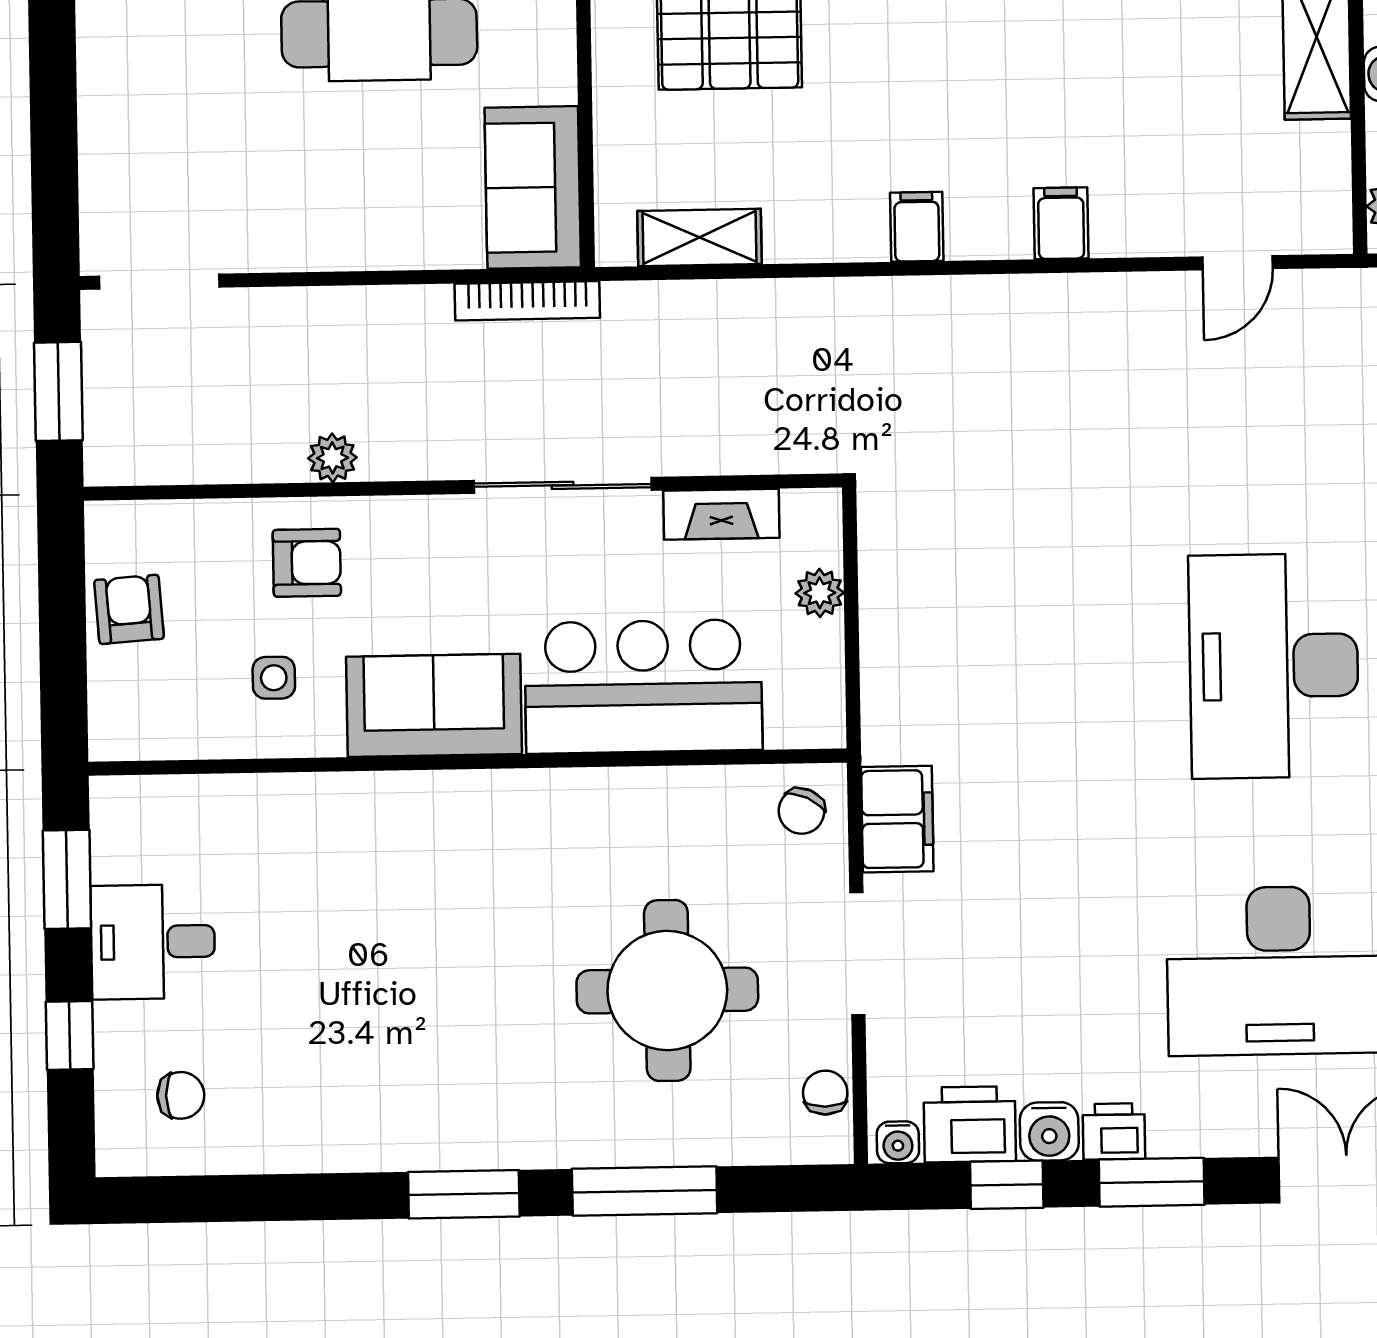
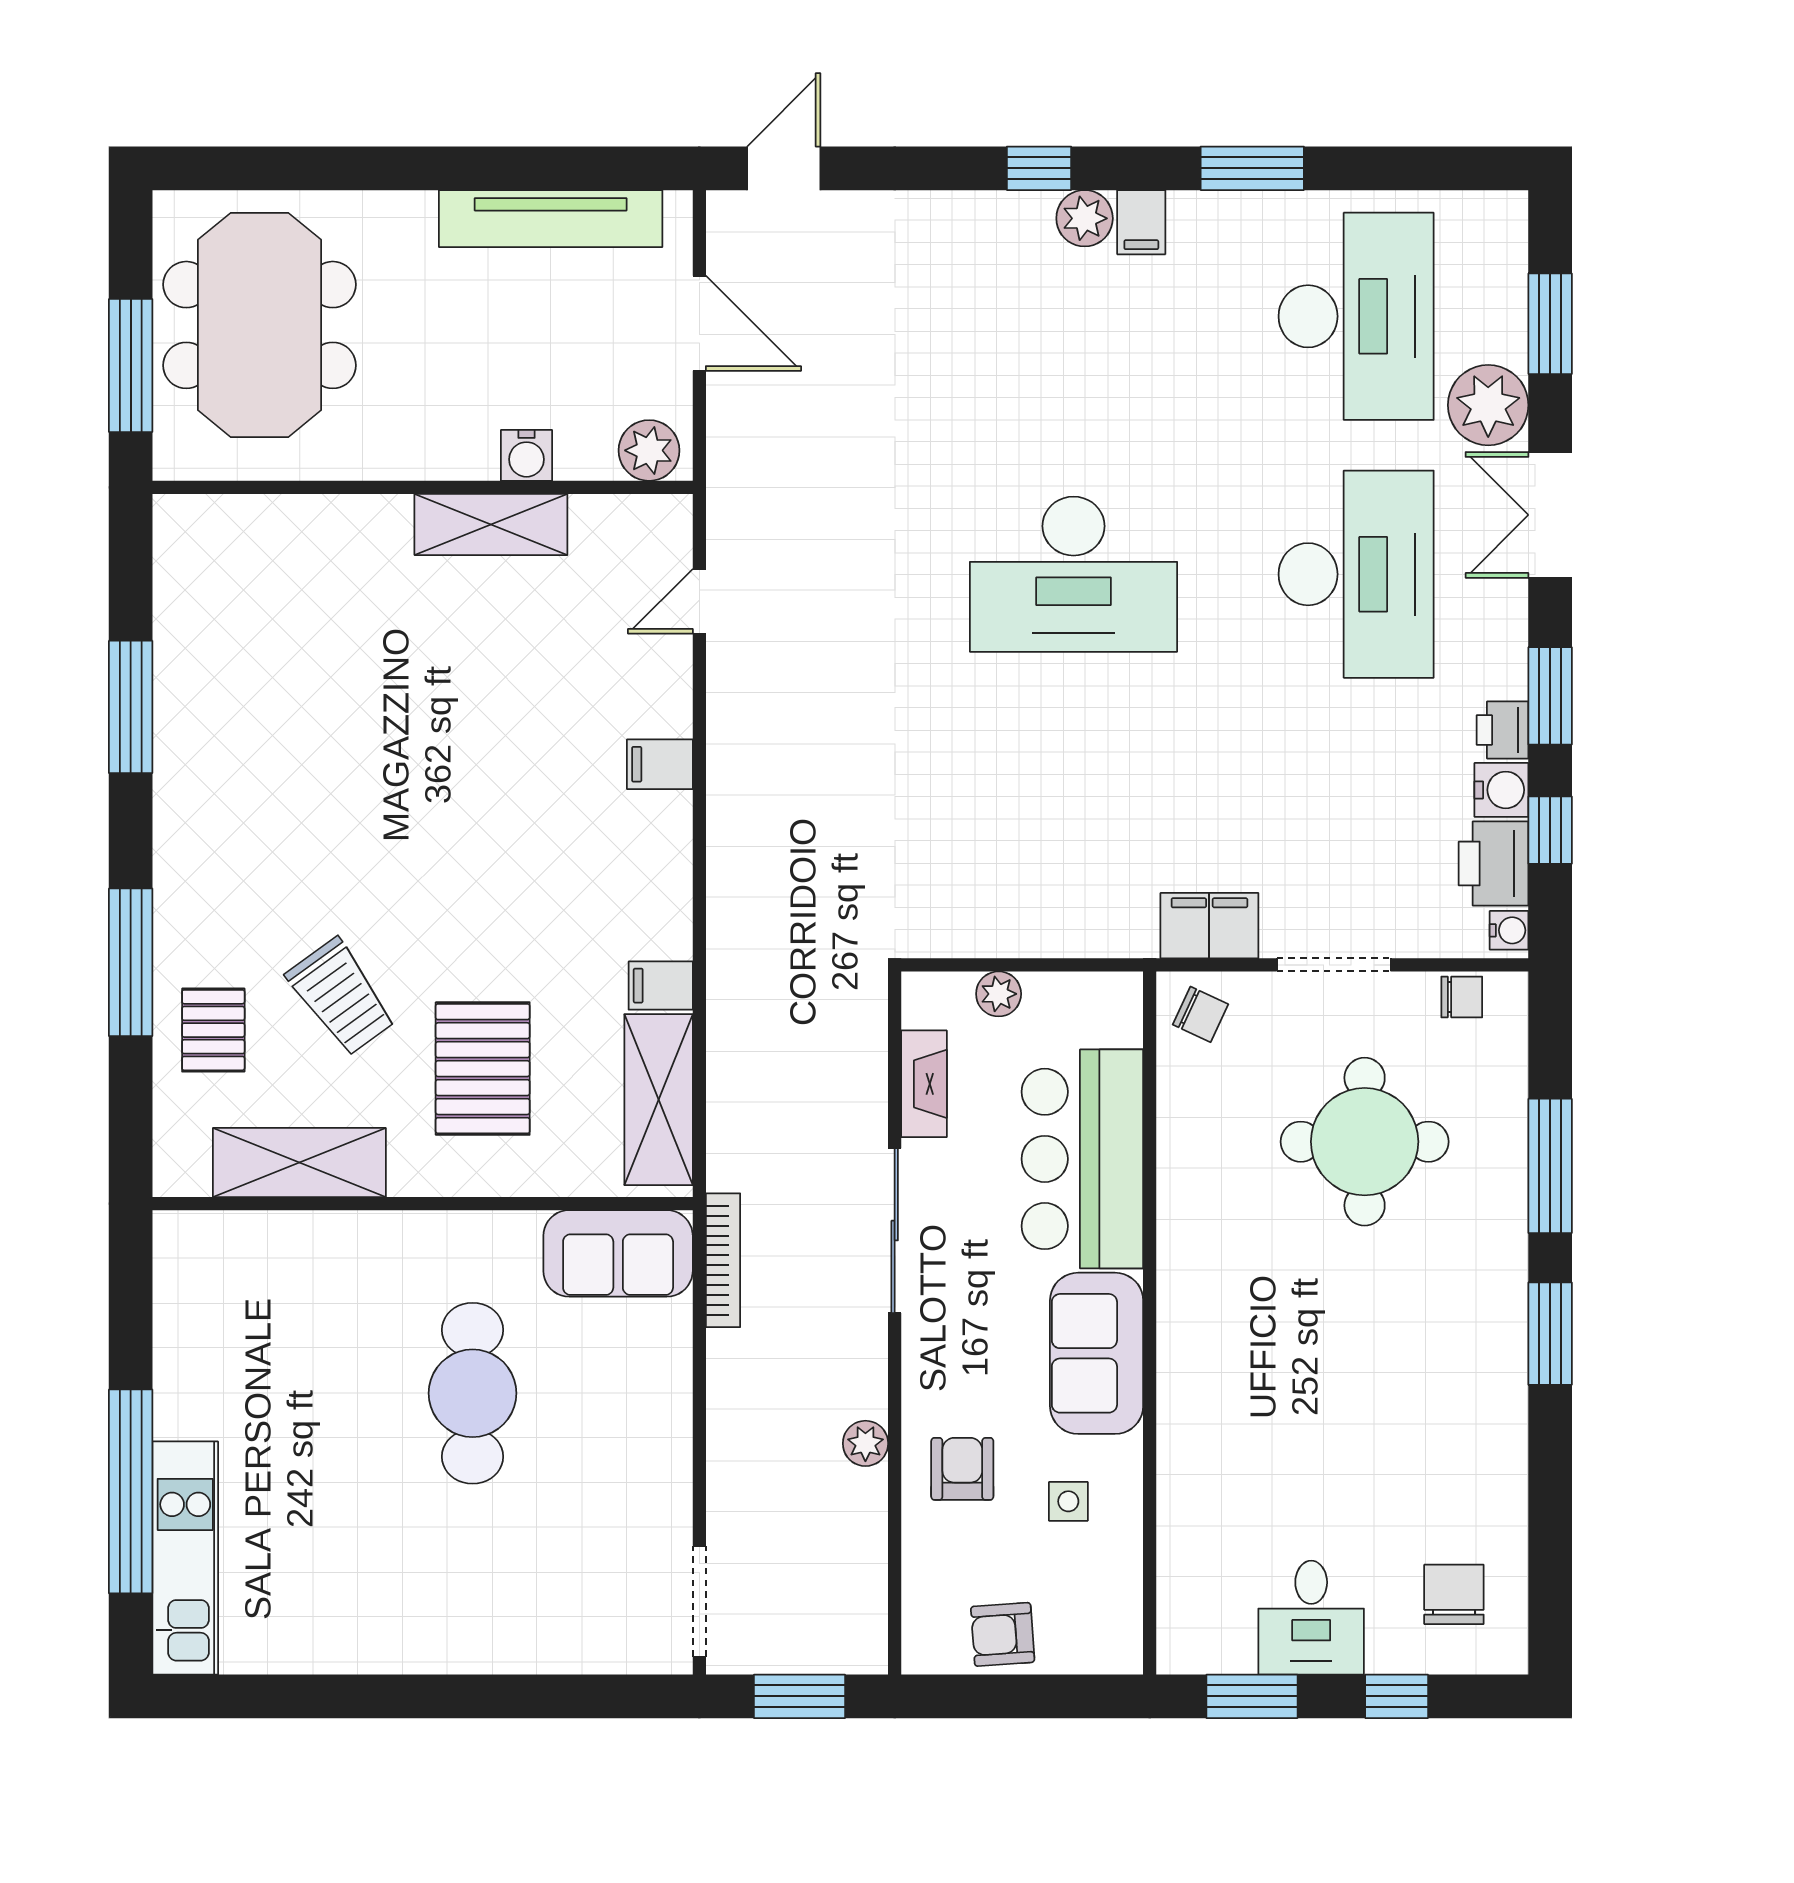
filing cabinet: (917, 227) -> (661, 986), moved
shelving: (700, 237) -> (659, 1100), width x1.50, depth x1.33
door: (1238, 263) -> (699, 601), swing flipped
chair: (825, 1093) -> (1462, 997), turned 180
chair: (181, 1095) -> (1454, 1594), width x1.37, depth x1.37

